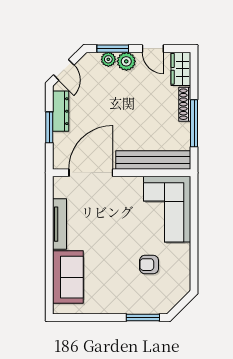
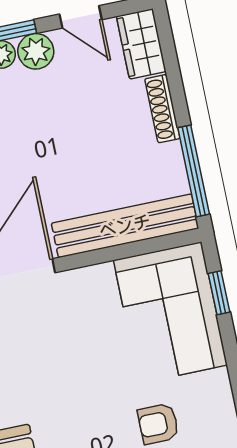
window: (194, 123) -> (194, 171), moved
window: (194, 204) -> (219, 293), added

